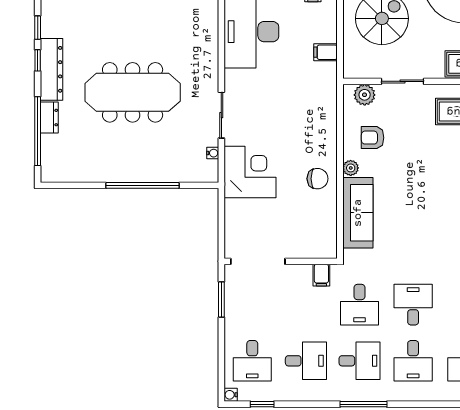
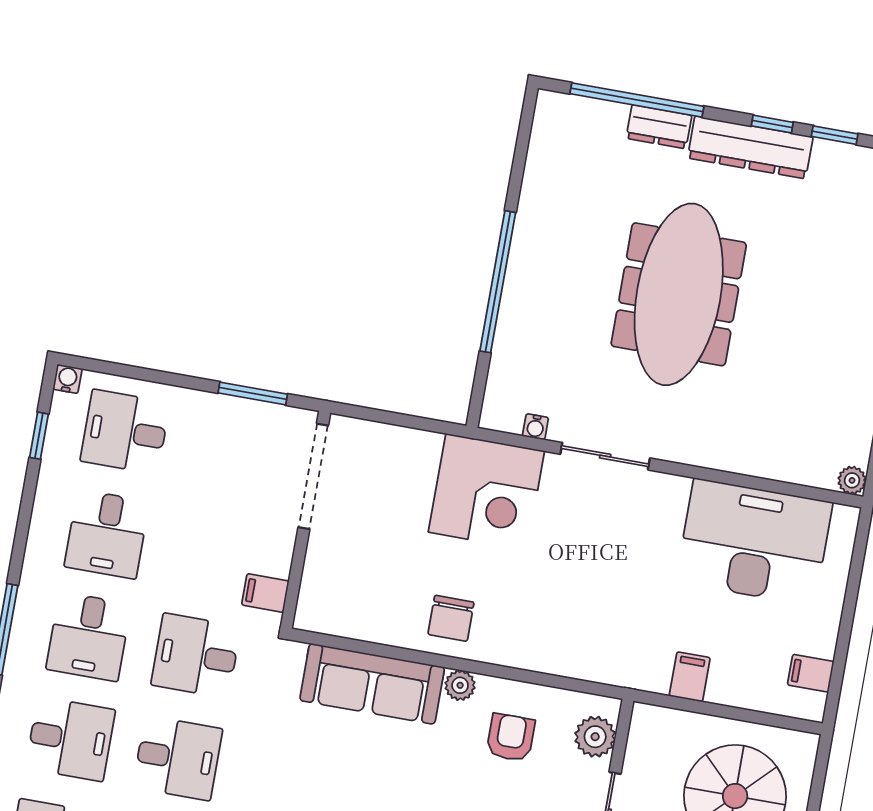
desk: (413, 361) -> (70, 739), turned 180

